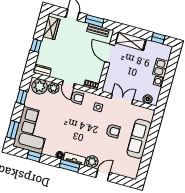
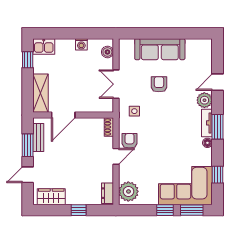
kitchen sink: (161, 68) -> (44, 46), moved
plant: (54, 88) -> (126, 173), removed
window: (22, 97) -> (165, 210), moved
door: (103, 175) -> (218, 82), hinge flipped

